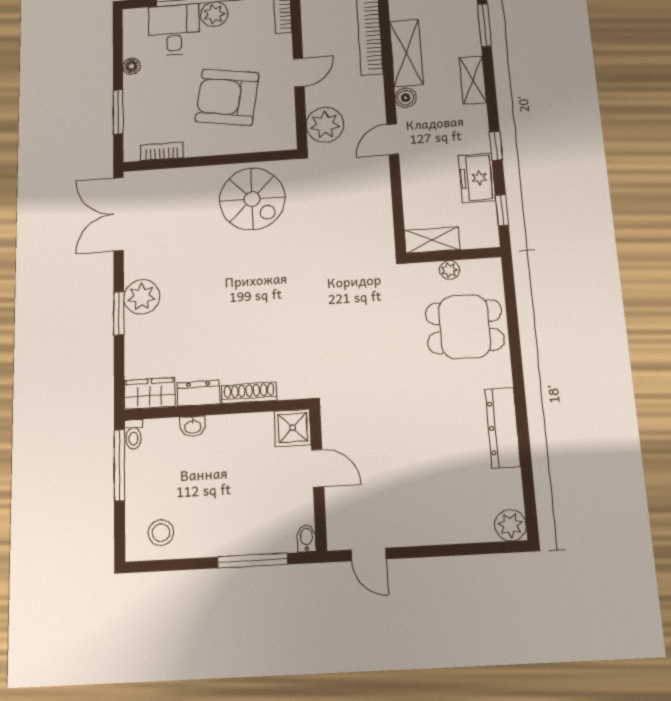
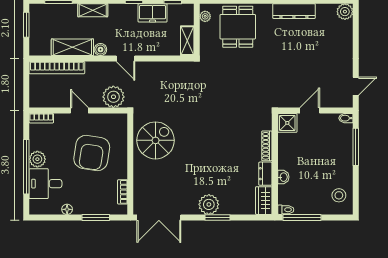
plant: (449, 270) -> (205, 16), moved

